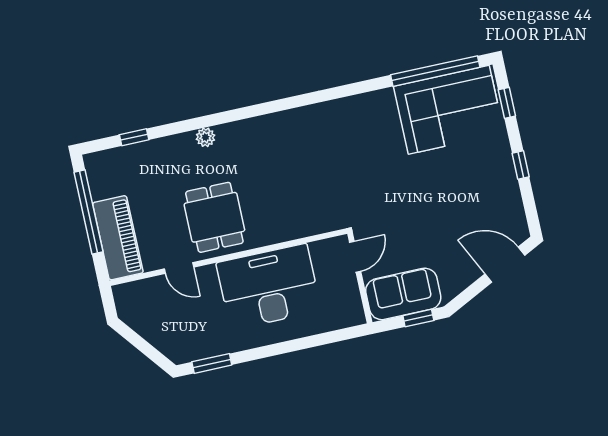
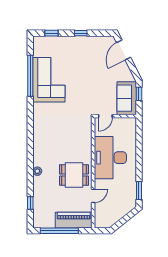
window: (435, 71) -> (30, 76), moved
corner sofa: (449, 110) -> (49, 80), moved
door: (355, 257) -> (105, 116), swing flipped

